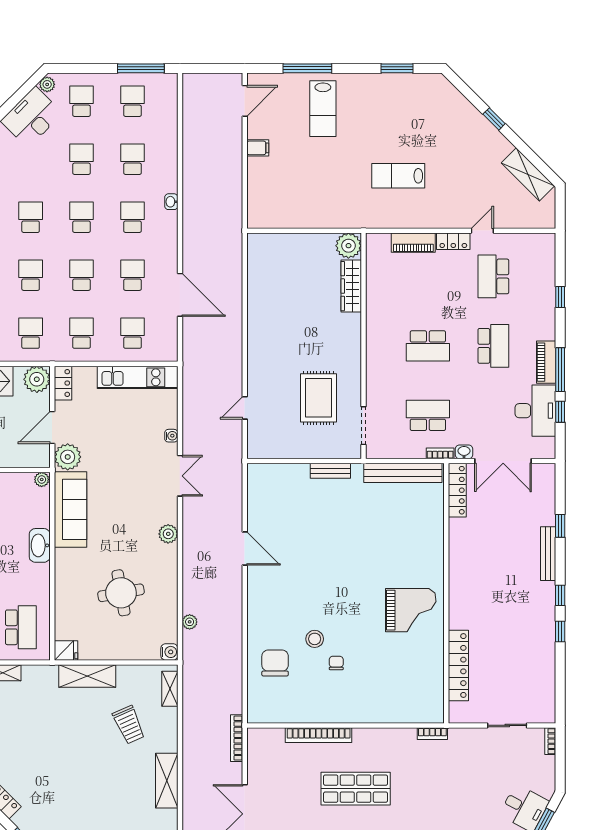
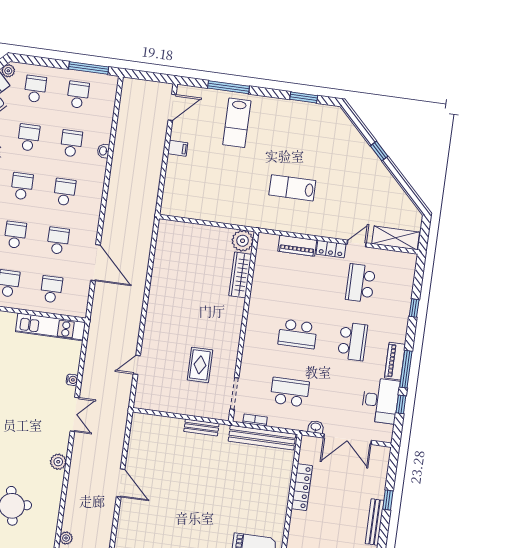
shelving: (528, 174) -> (396, 238), moved, turned -45
washbasin: (171, 202) -> (103, 151), moved
rug: (319, 398) -> (200, 365), width x0.73, depth x0.70
bookcase: (440, 453) -> (255, 420), moved
locker: (457, 490) -> (302, 487), moved

